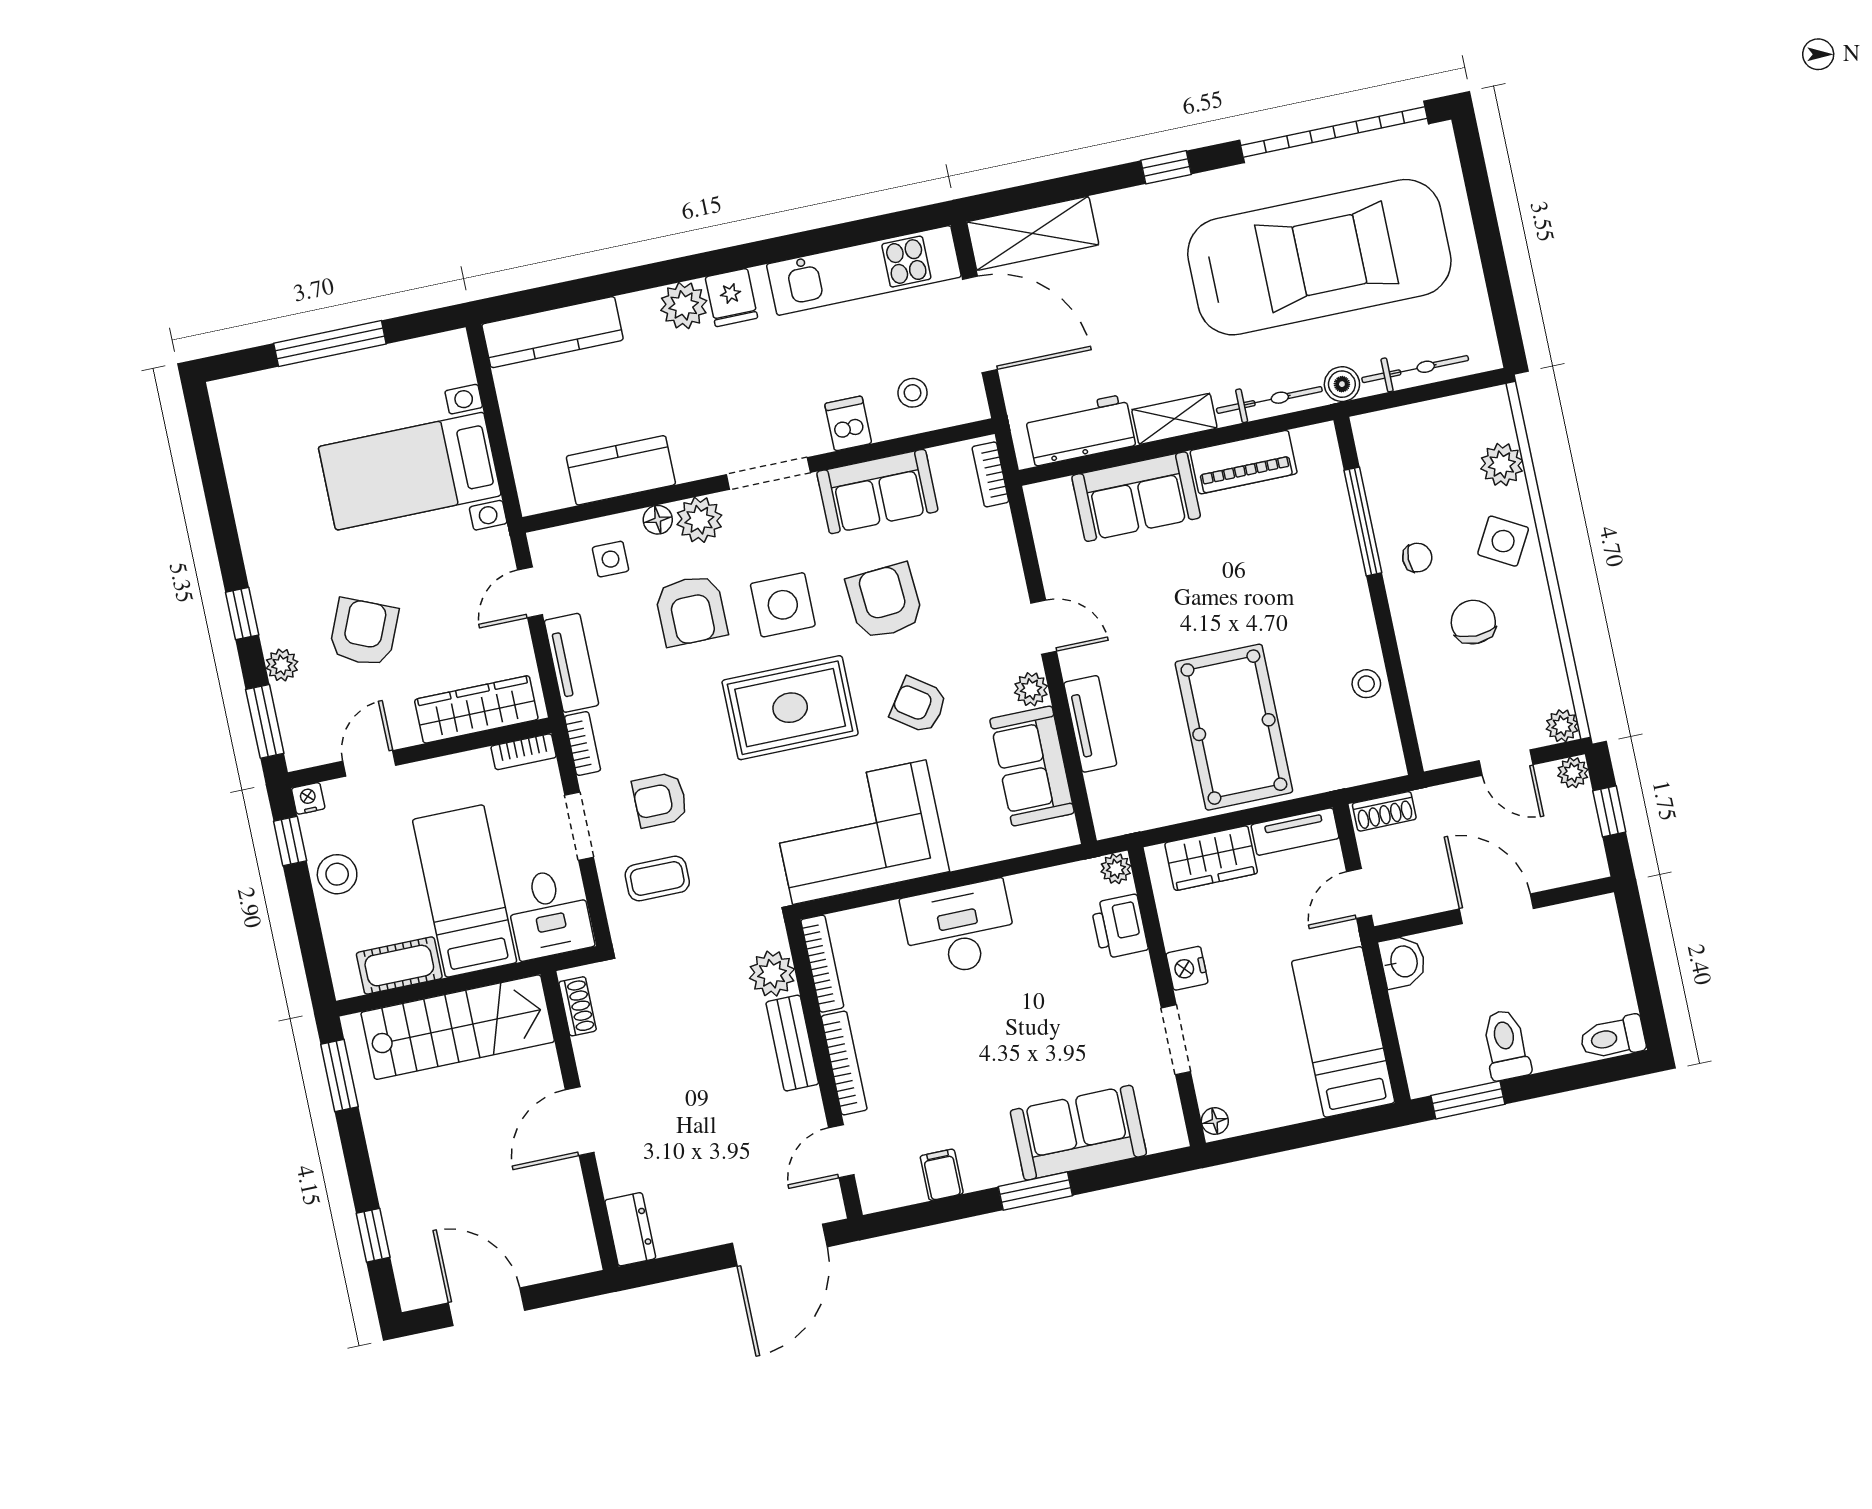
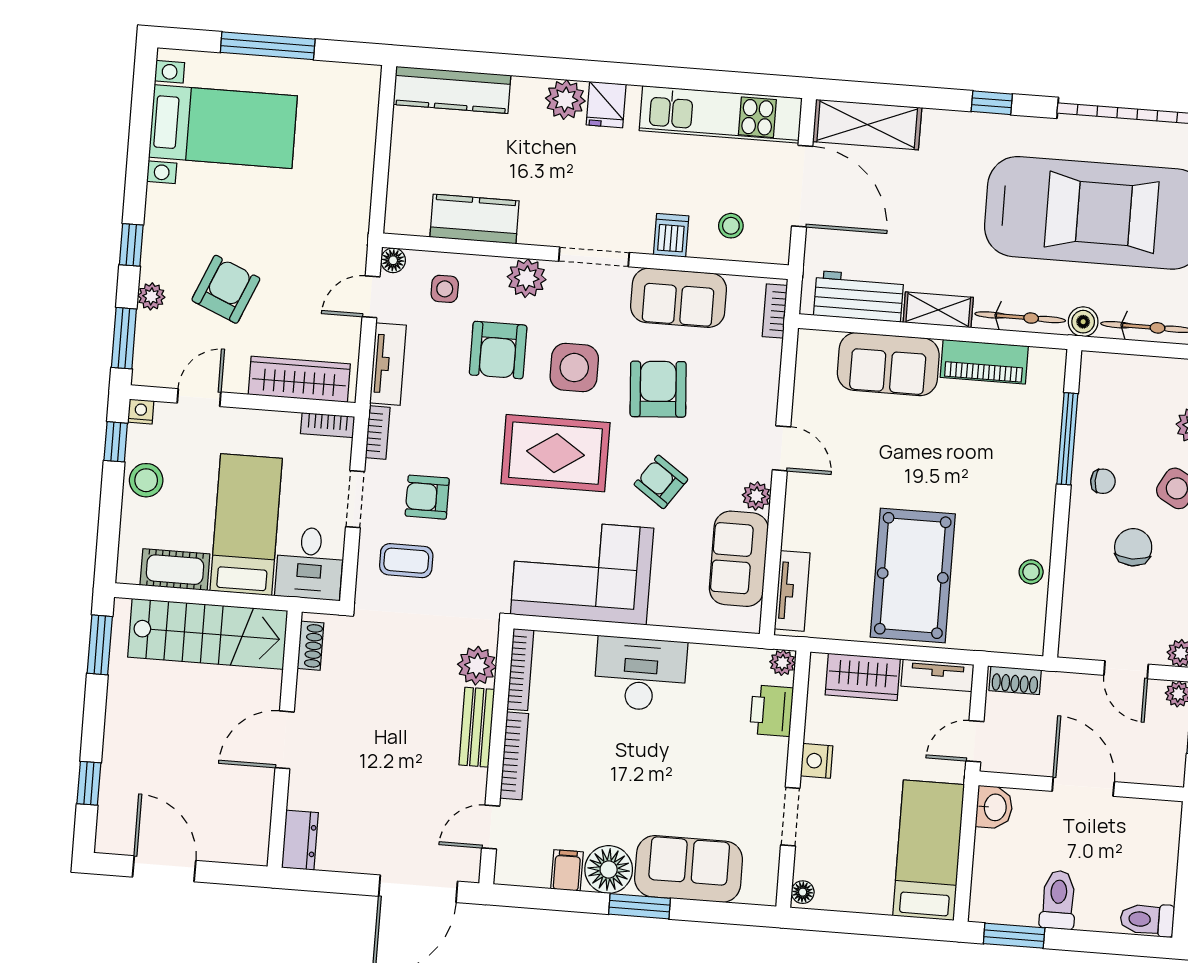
bed with nightstands: (410, 471) -> (223, 127), moved, turned 180
floor lamp: (658, 520) -> (393, 260), moved
tv unit: (1090, 724) -> (792, 591), moved
floor lamp: (988, 1160) -> (609, 870), added

